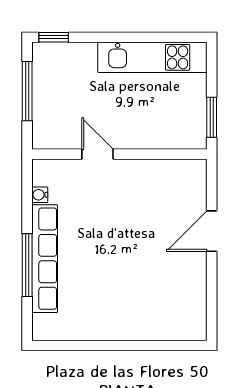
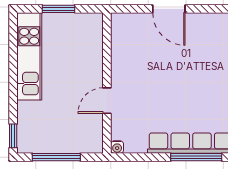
window: (212, 117) -> (58, 9), moved
water cooler: (40, 195) -> (117, 147), moved

